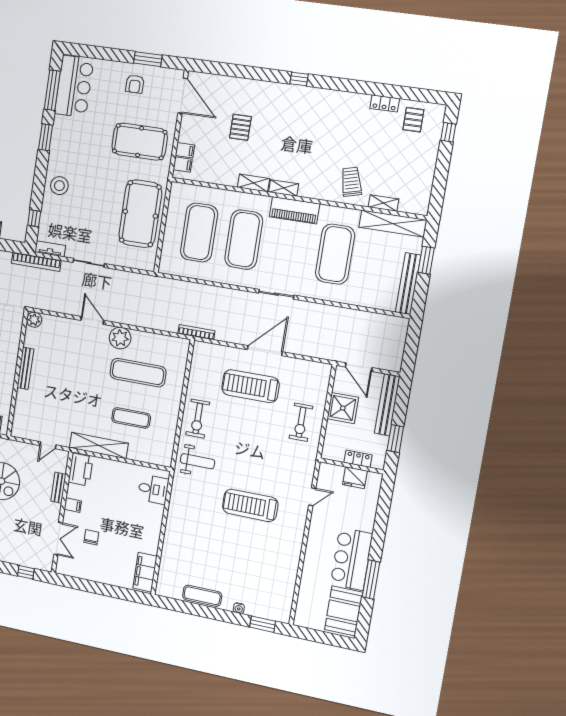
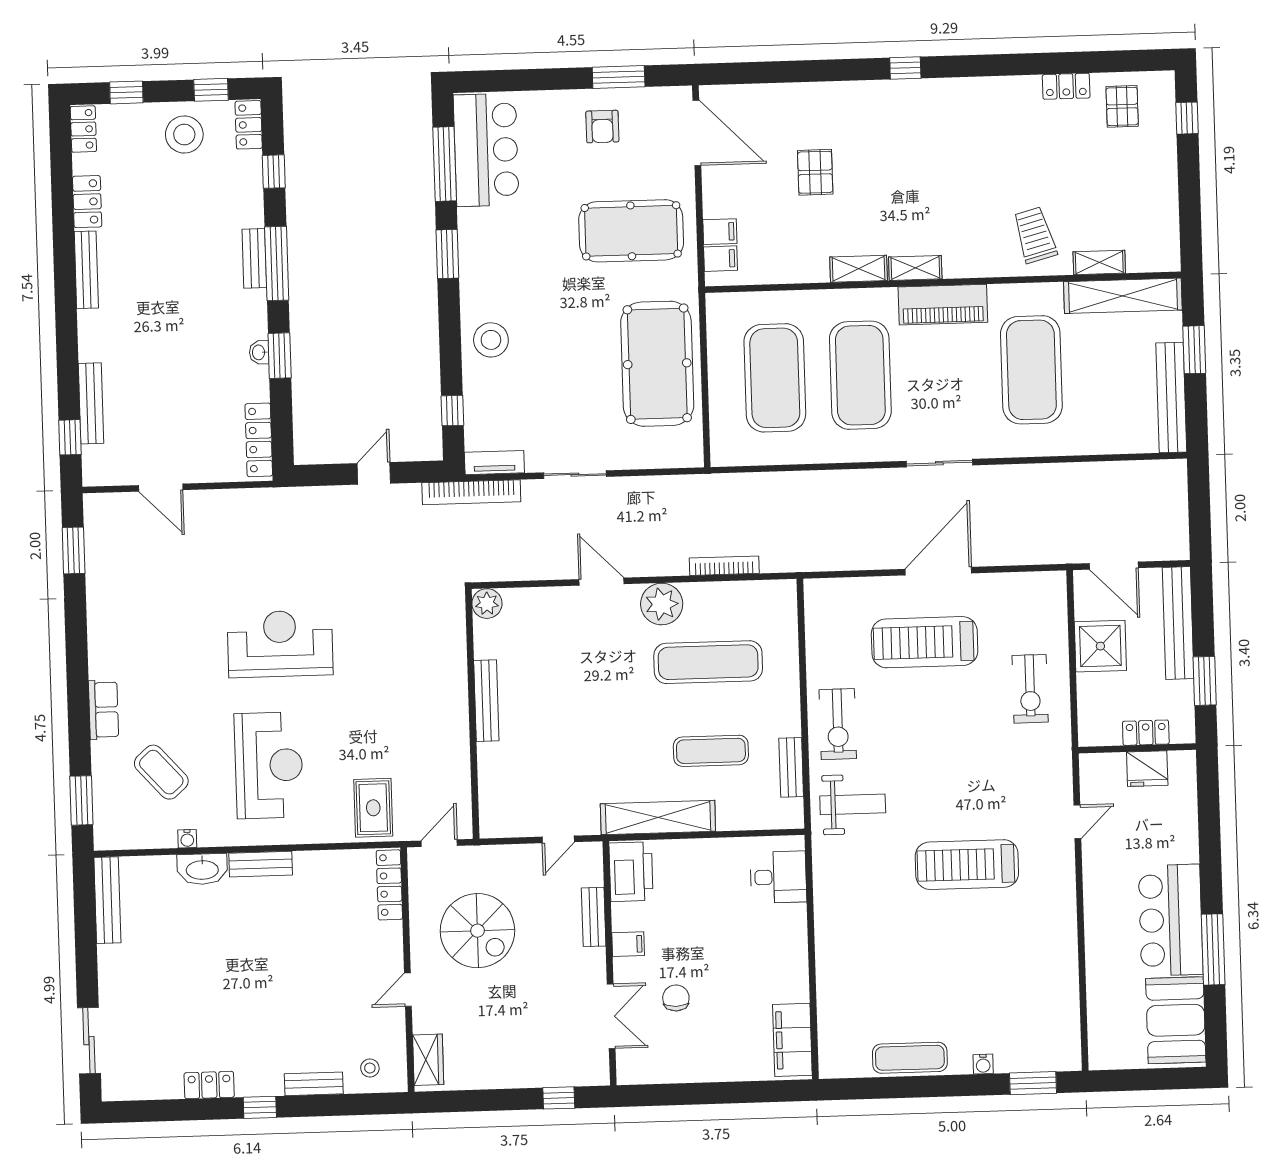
bookcase: (196, 332) -> (724, 566), moved
bench: (170, 435) -> (791, 767), added

